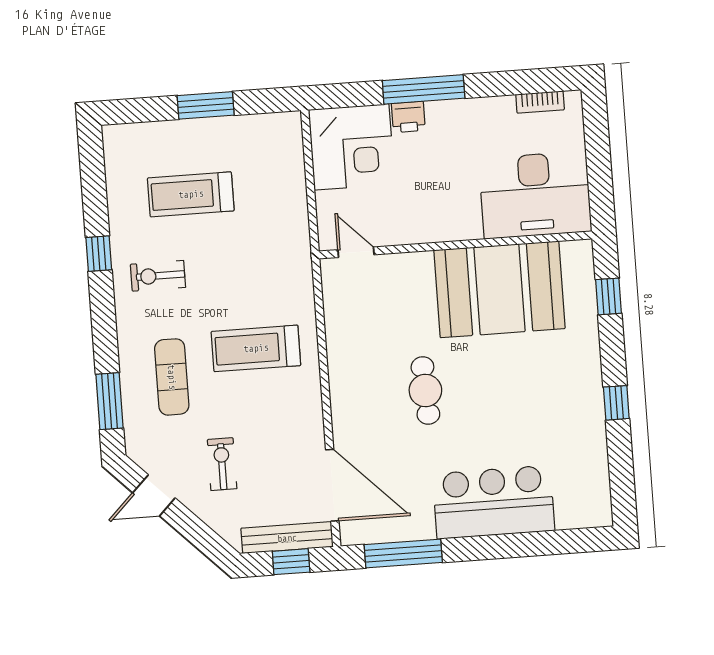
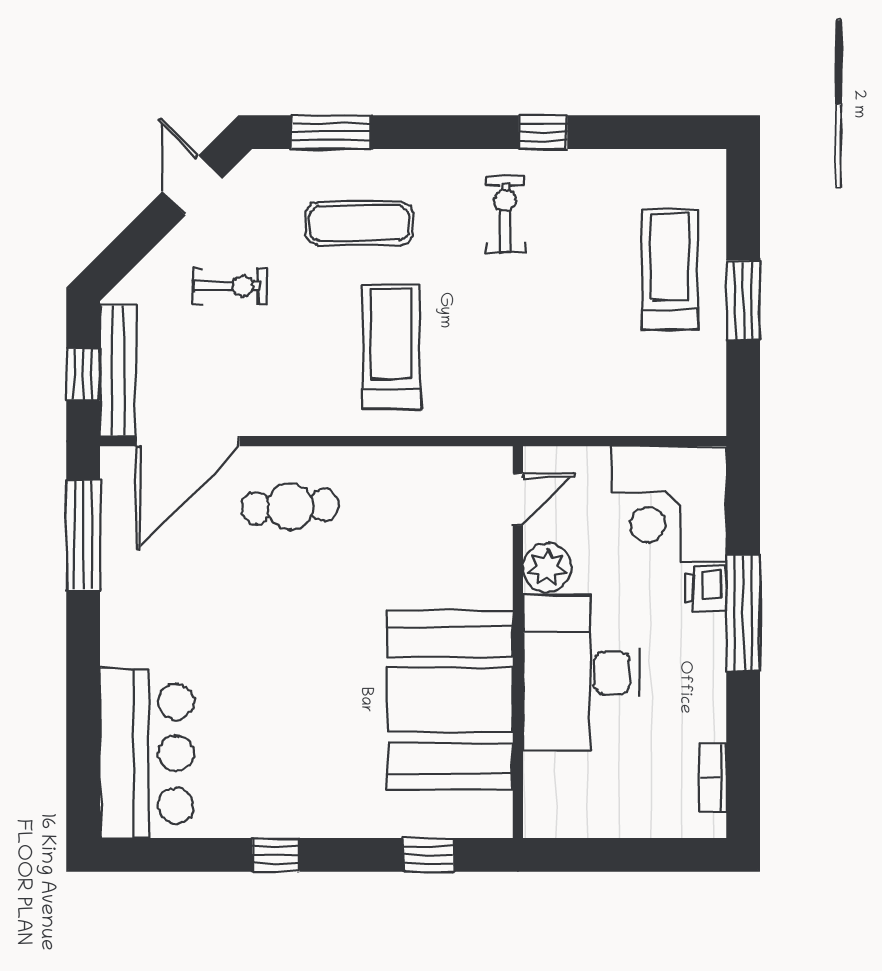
treadmill: (191, 194) -> (670, 269), moved
desk: (535, 195) -> (581, 673), moved
plant: (402, 228) -> (547, 568), added
cafe table: (425, 390) -> (290, 506), moved
bar counter: (494, 502) -> (147, 754), moved

